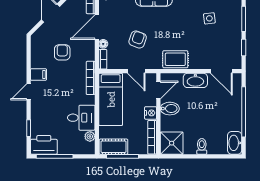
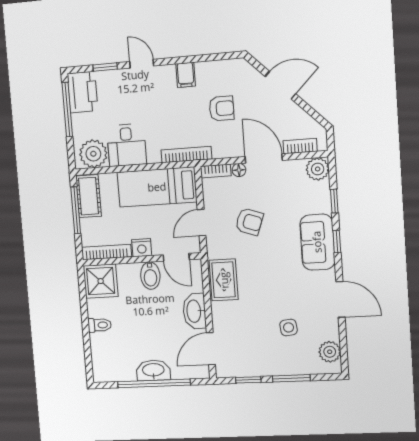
door: (29, 92) -> (142, 64), moved
plant: (90, 136) -> (93, 154), width x1.88, depth x1.88
washbasin: (235, 143) -> (153, 370), moved

